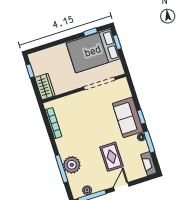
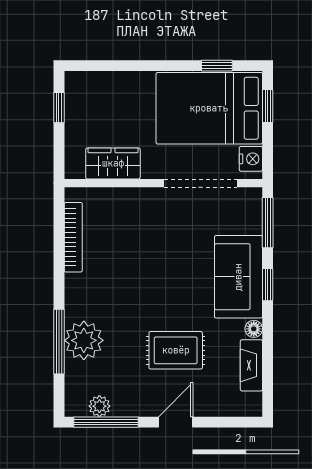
nightstand: (117, 66) -> (251, 159), added
wardrobe: (45, 87) -> (113, 163), moved, turned -90
window: (149, 142) -> (268, 223), moved
rug: (112, 157) -> (176, 350), turned 90
fireplace: (149, 164) -> (251, 365), moved

